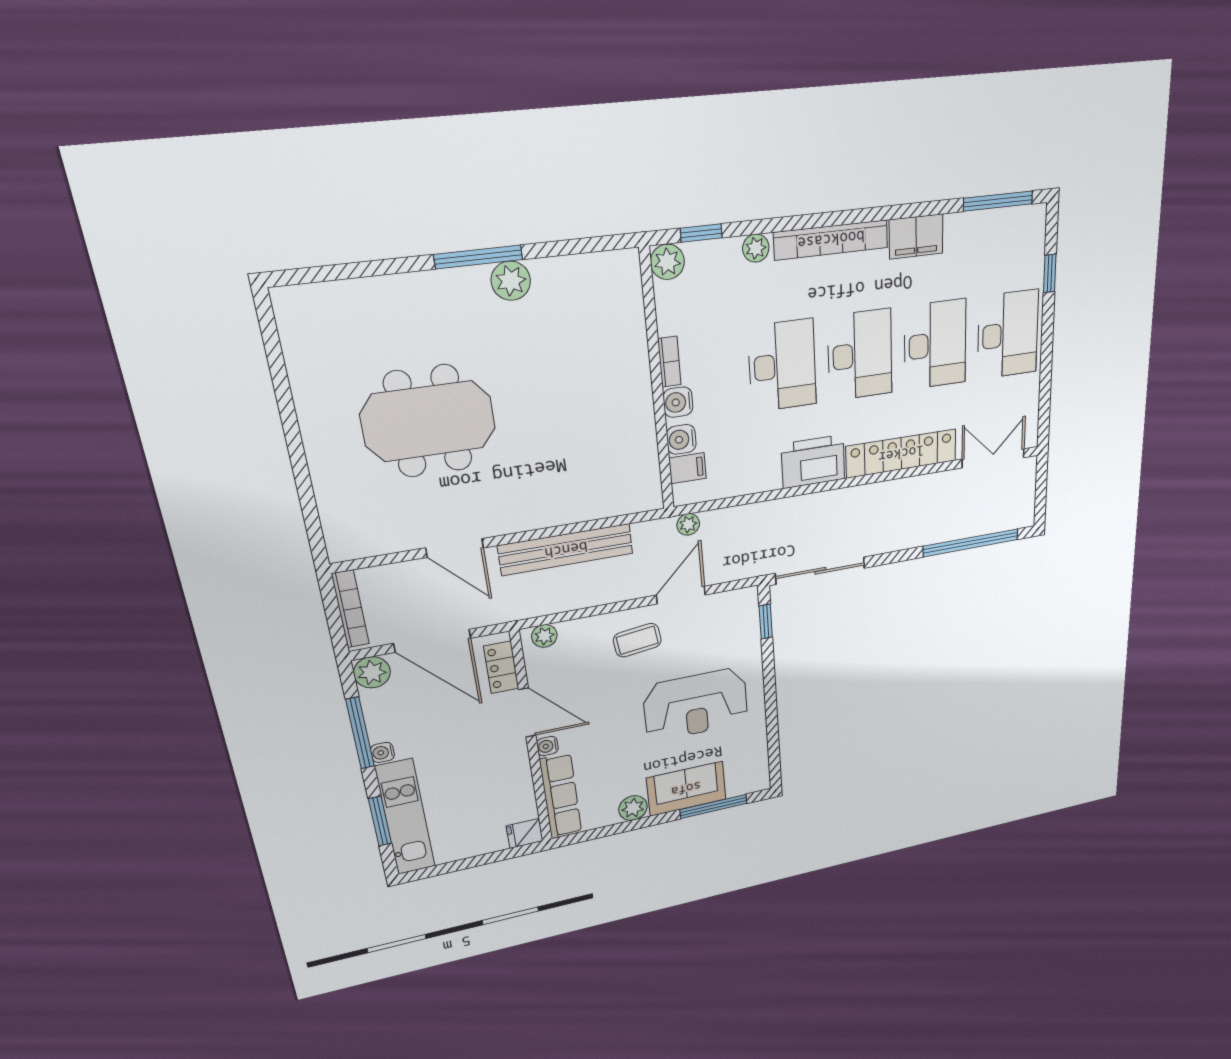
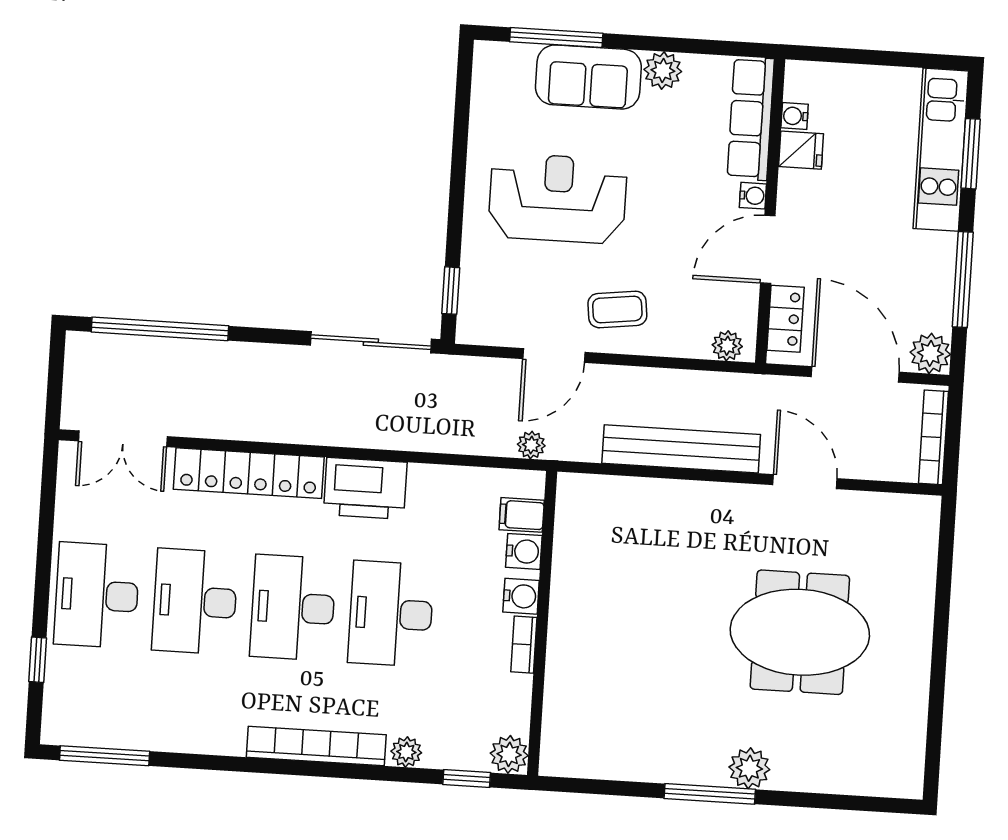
filing cabinet: (916, 236) -> (211, 733), removed
plant: (511, 281) -> (749, 768), moved
door: (527, 713) -> (768, 249), hinge flipped
water cooler: (382, 752) -> (795, 116), moved, turned 180
fridge: (525, 833) -> (801, 150), moved

